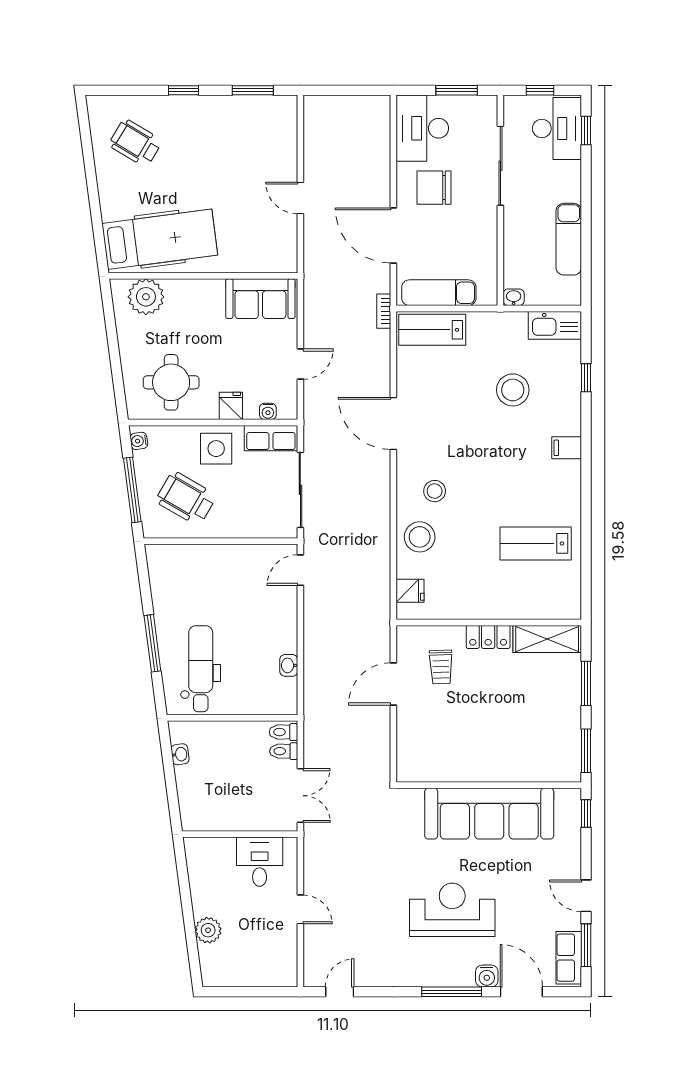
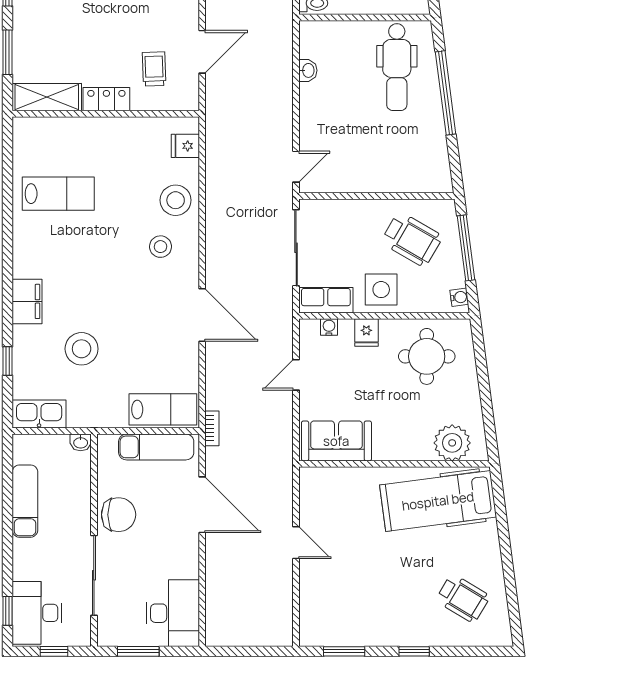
chair: (434, 188) -> (119, 515), moved
filing cabinet: (567, 448) -> (27, 301), width x2.00
window: (152, 643) -> (446, 93), width x1.46

